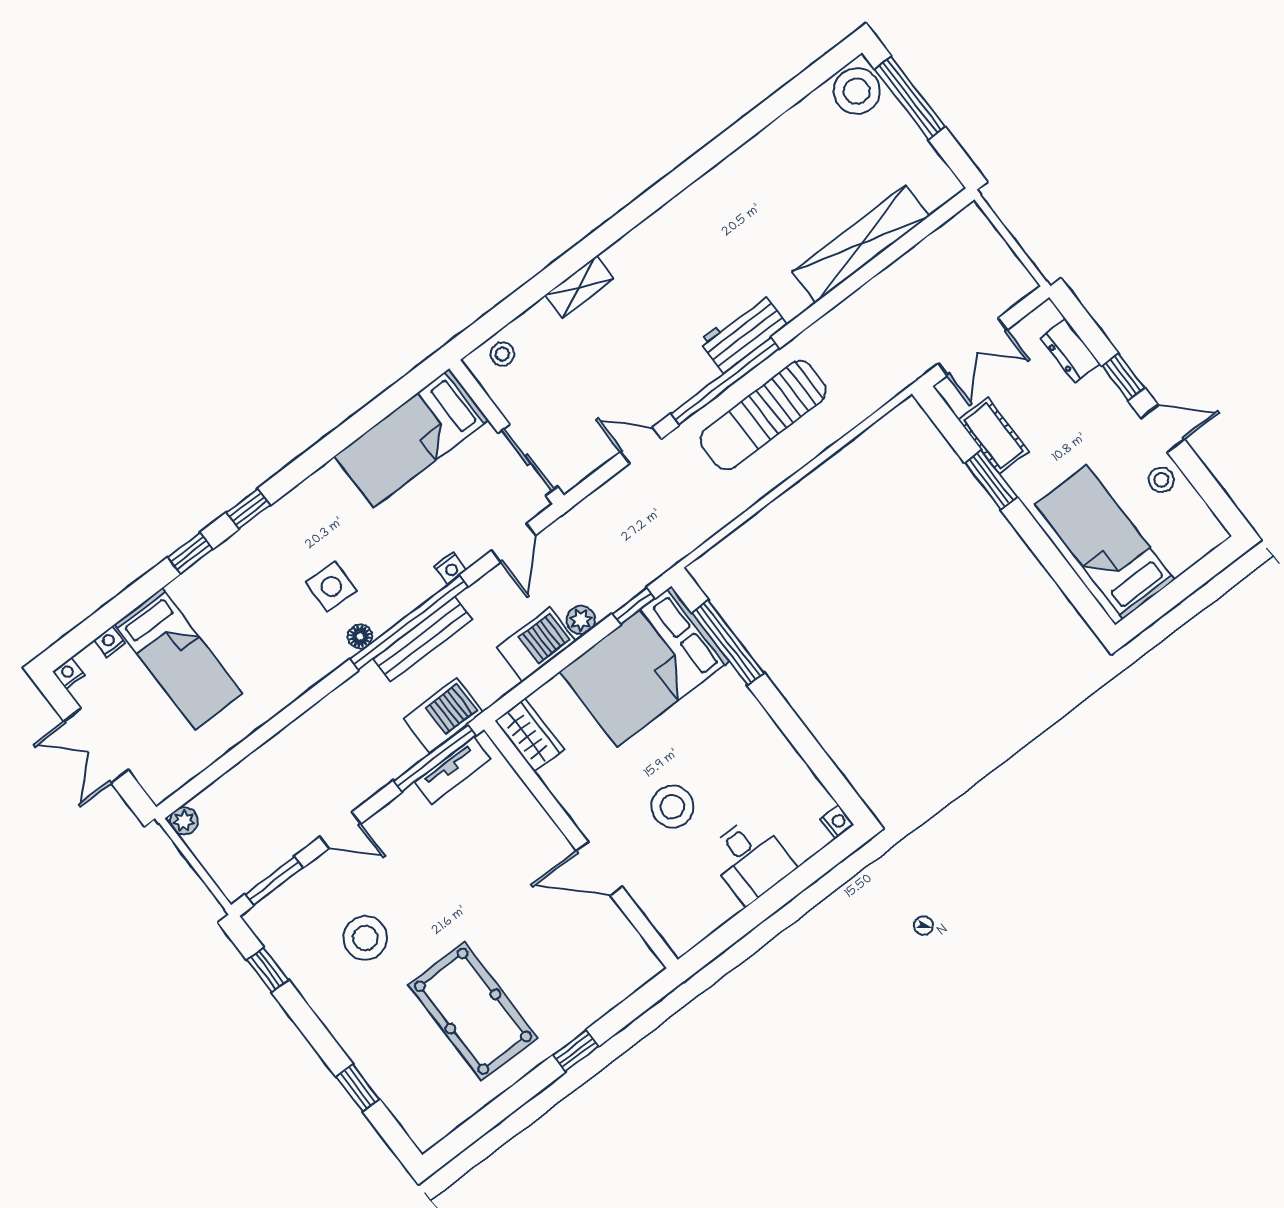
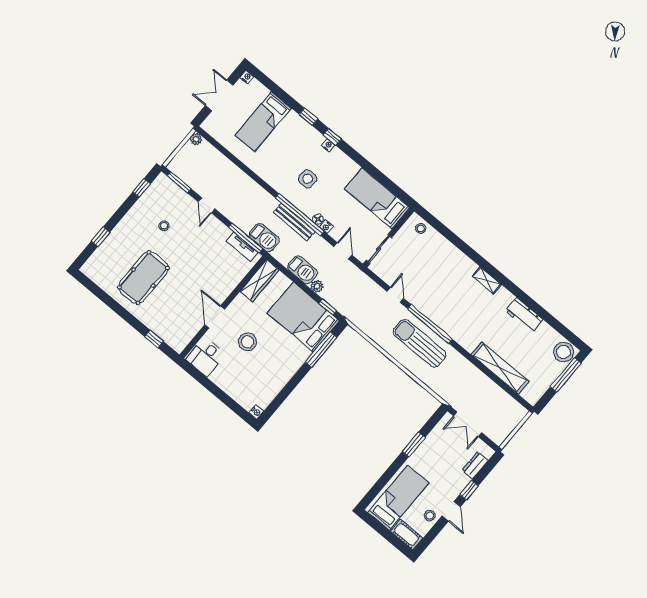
shelving: (579, 287) -> (487, 280), moved
workbench: (743, 332) -> (524, 315), moved, turned 180
cot: (993, 436) -> (406, 535), moved, turned 90
door: (514, 543) -> (343, 251), swing flipped
floor lamp: (360, 636) -> (318, 219), moved
nightstand: (110, 642) -> (328, 145), moved
wardrobe: (529, 735) -> (260, 281), width x1.50
desk: (750, 860) -> (206, 357), moved
stool: (365, 938) -> (164, 226), width x0.53, depth x0.53
window: (576, 1051) -> (154, 339), moved

